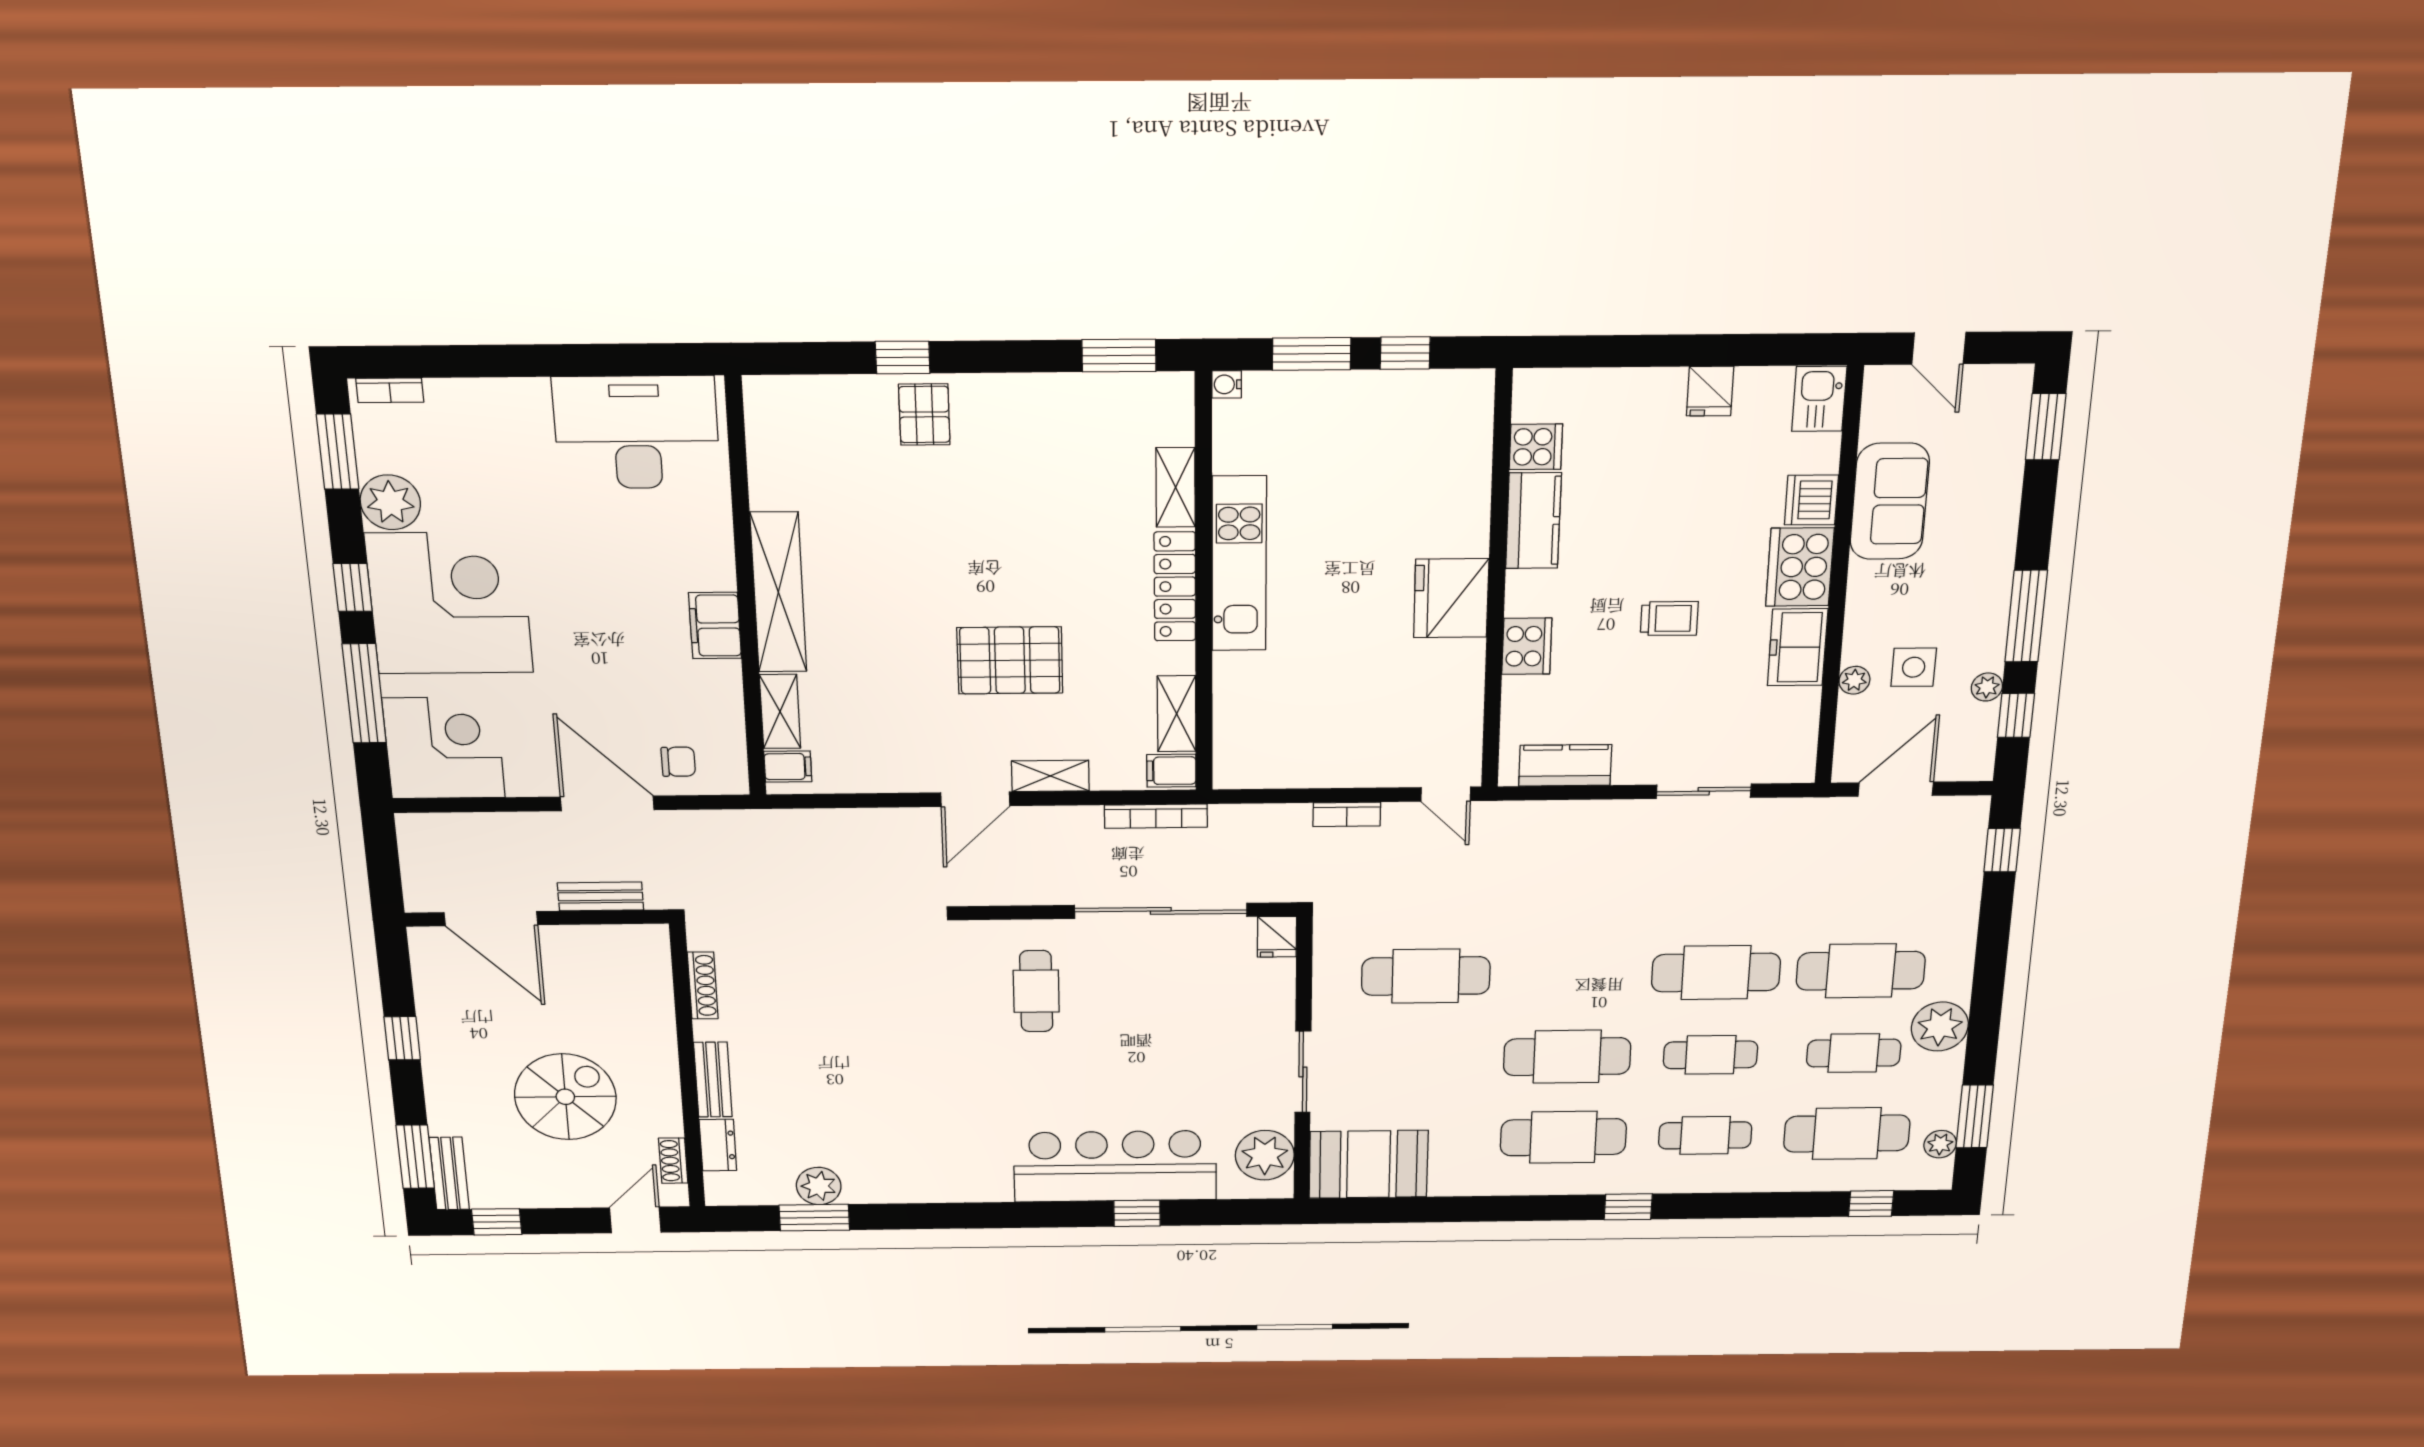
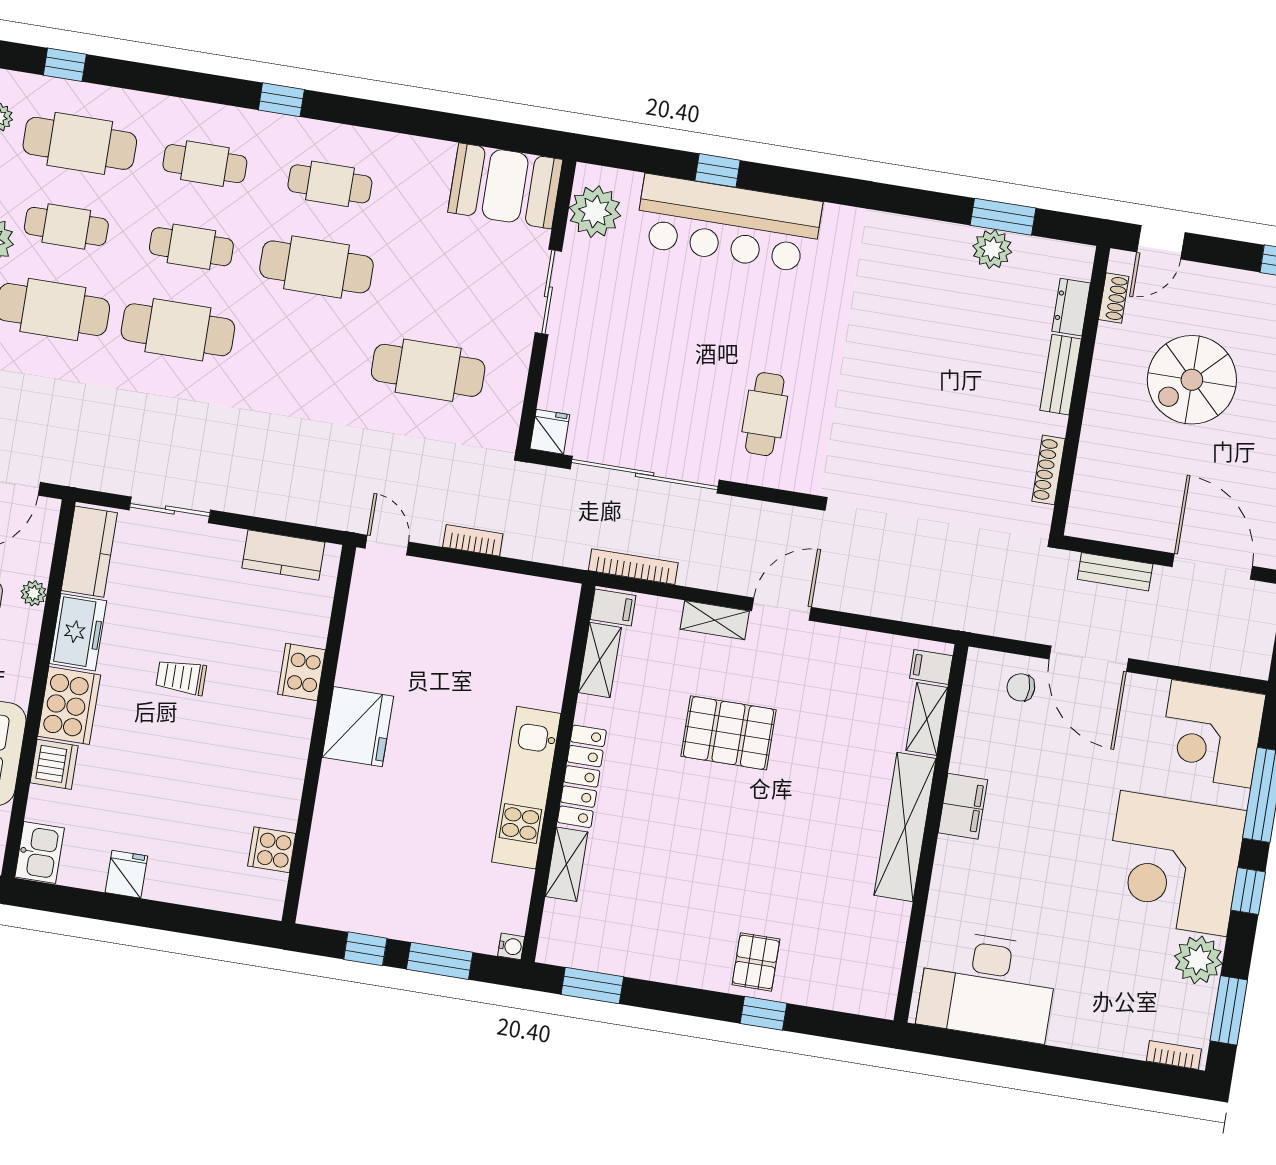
kitchen counter: (1533, 521) -> (89, 552), moved, turned 180
cafe table: (1563, 1137) -> (330, 184), width x0.73, depth x0.74

